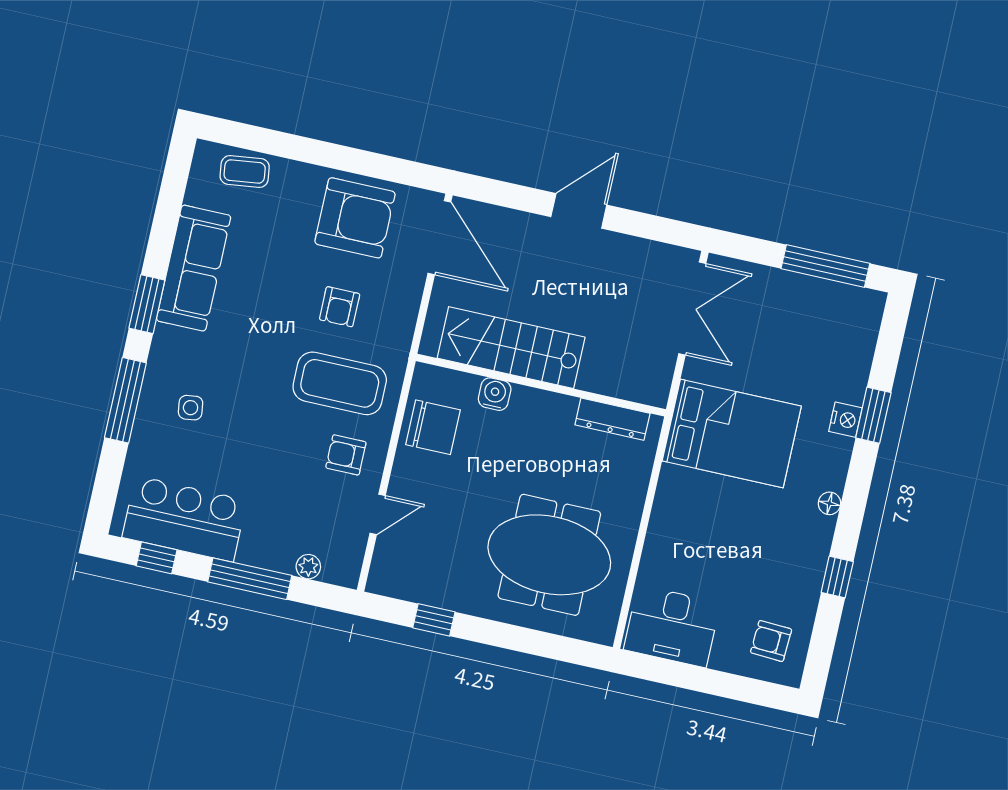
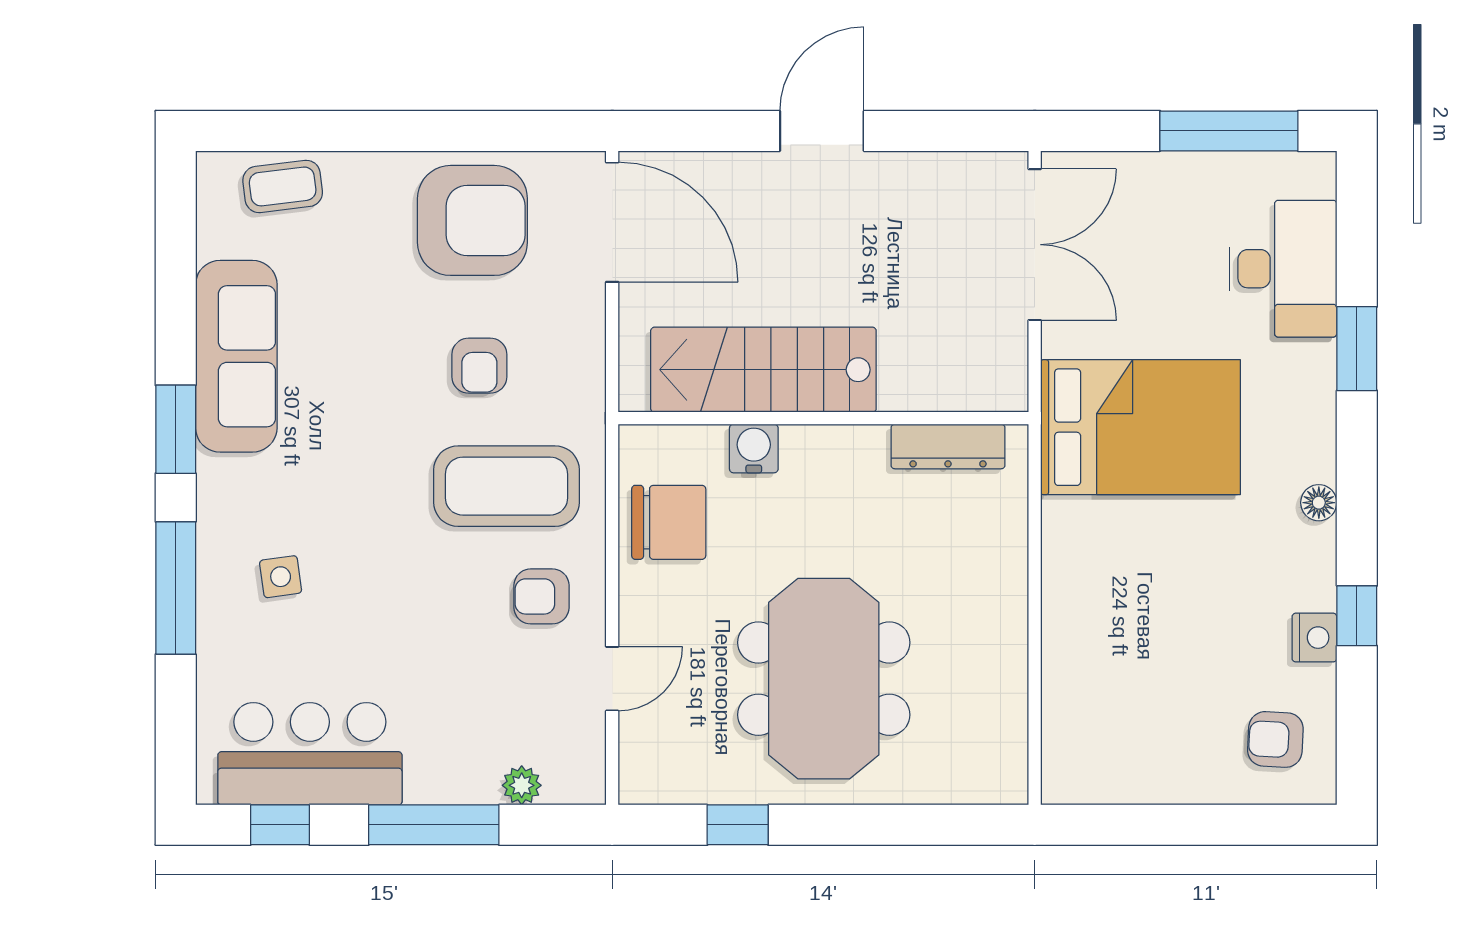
nightstand: (845, 420) -> (1314, 638), moved
meeting table: (549, 555) -> (824, 679), moved, turned 90
desk: (672, 626) -> (1283, 269), moved, turned -90

